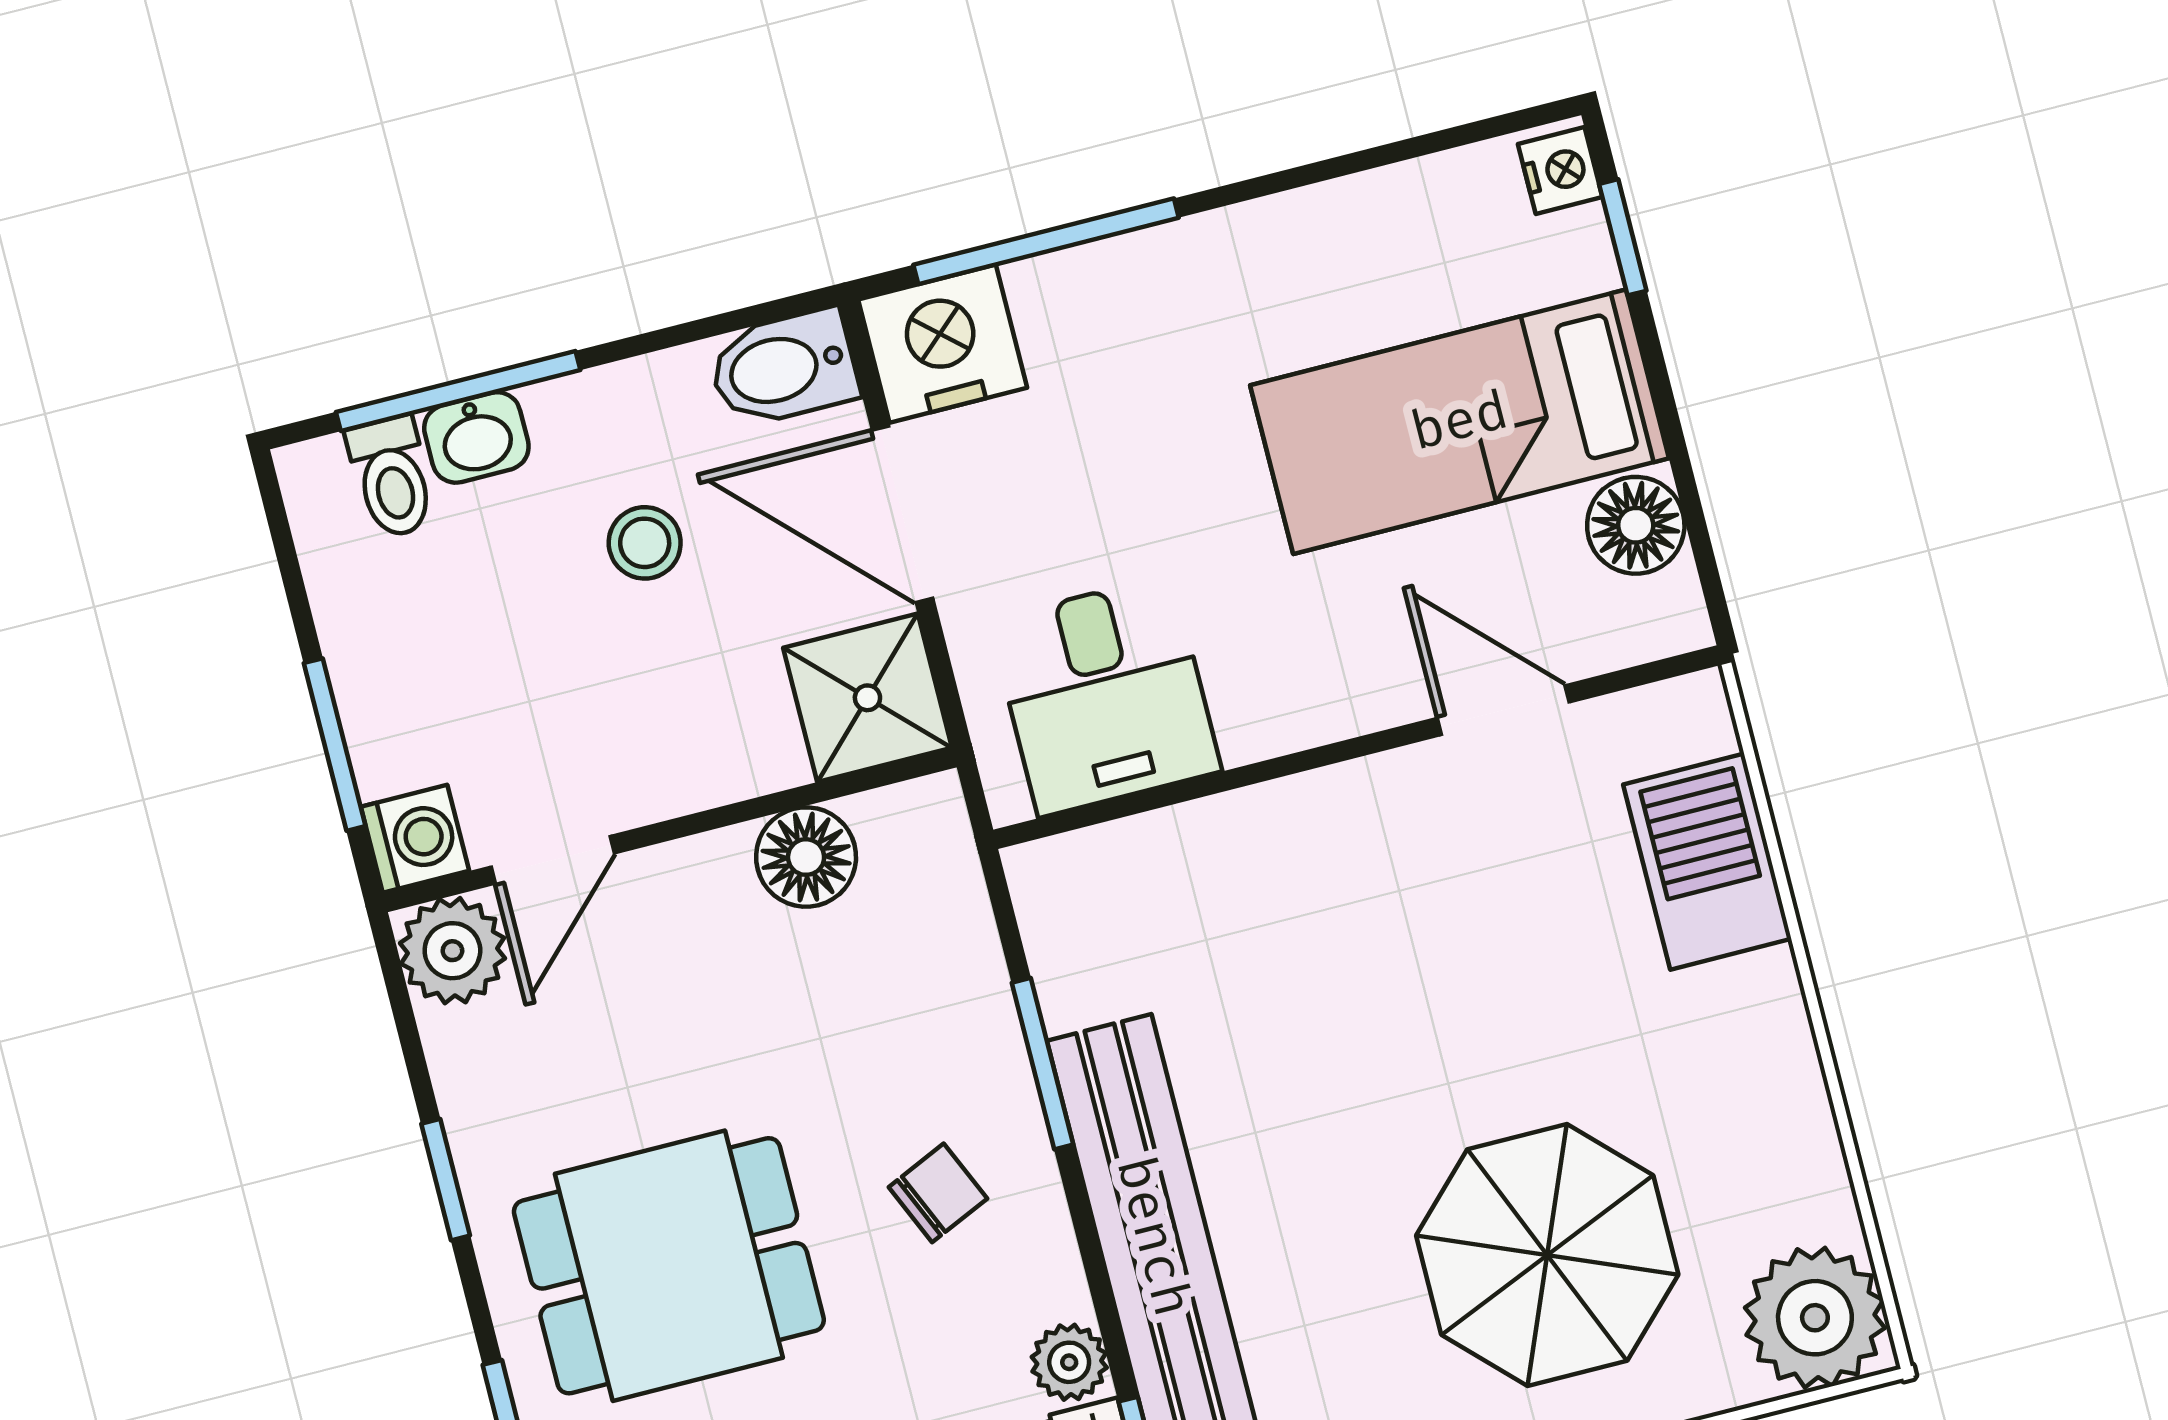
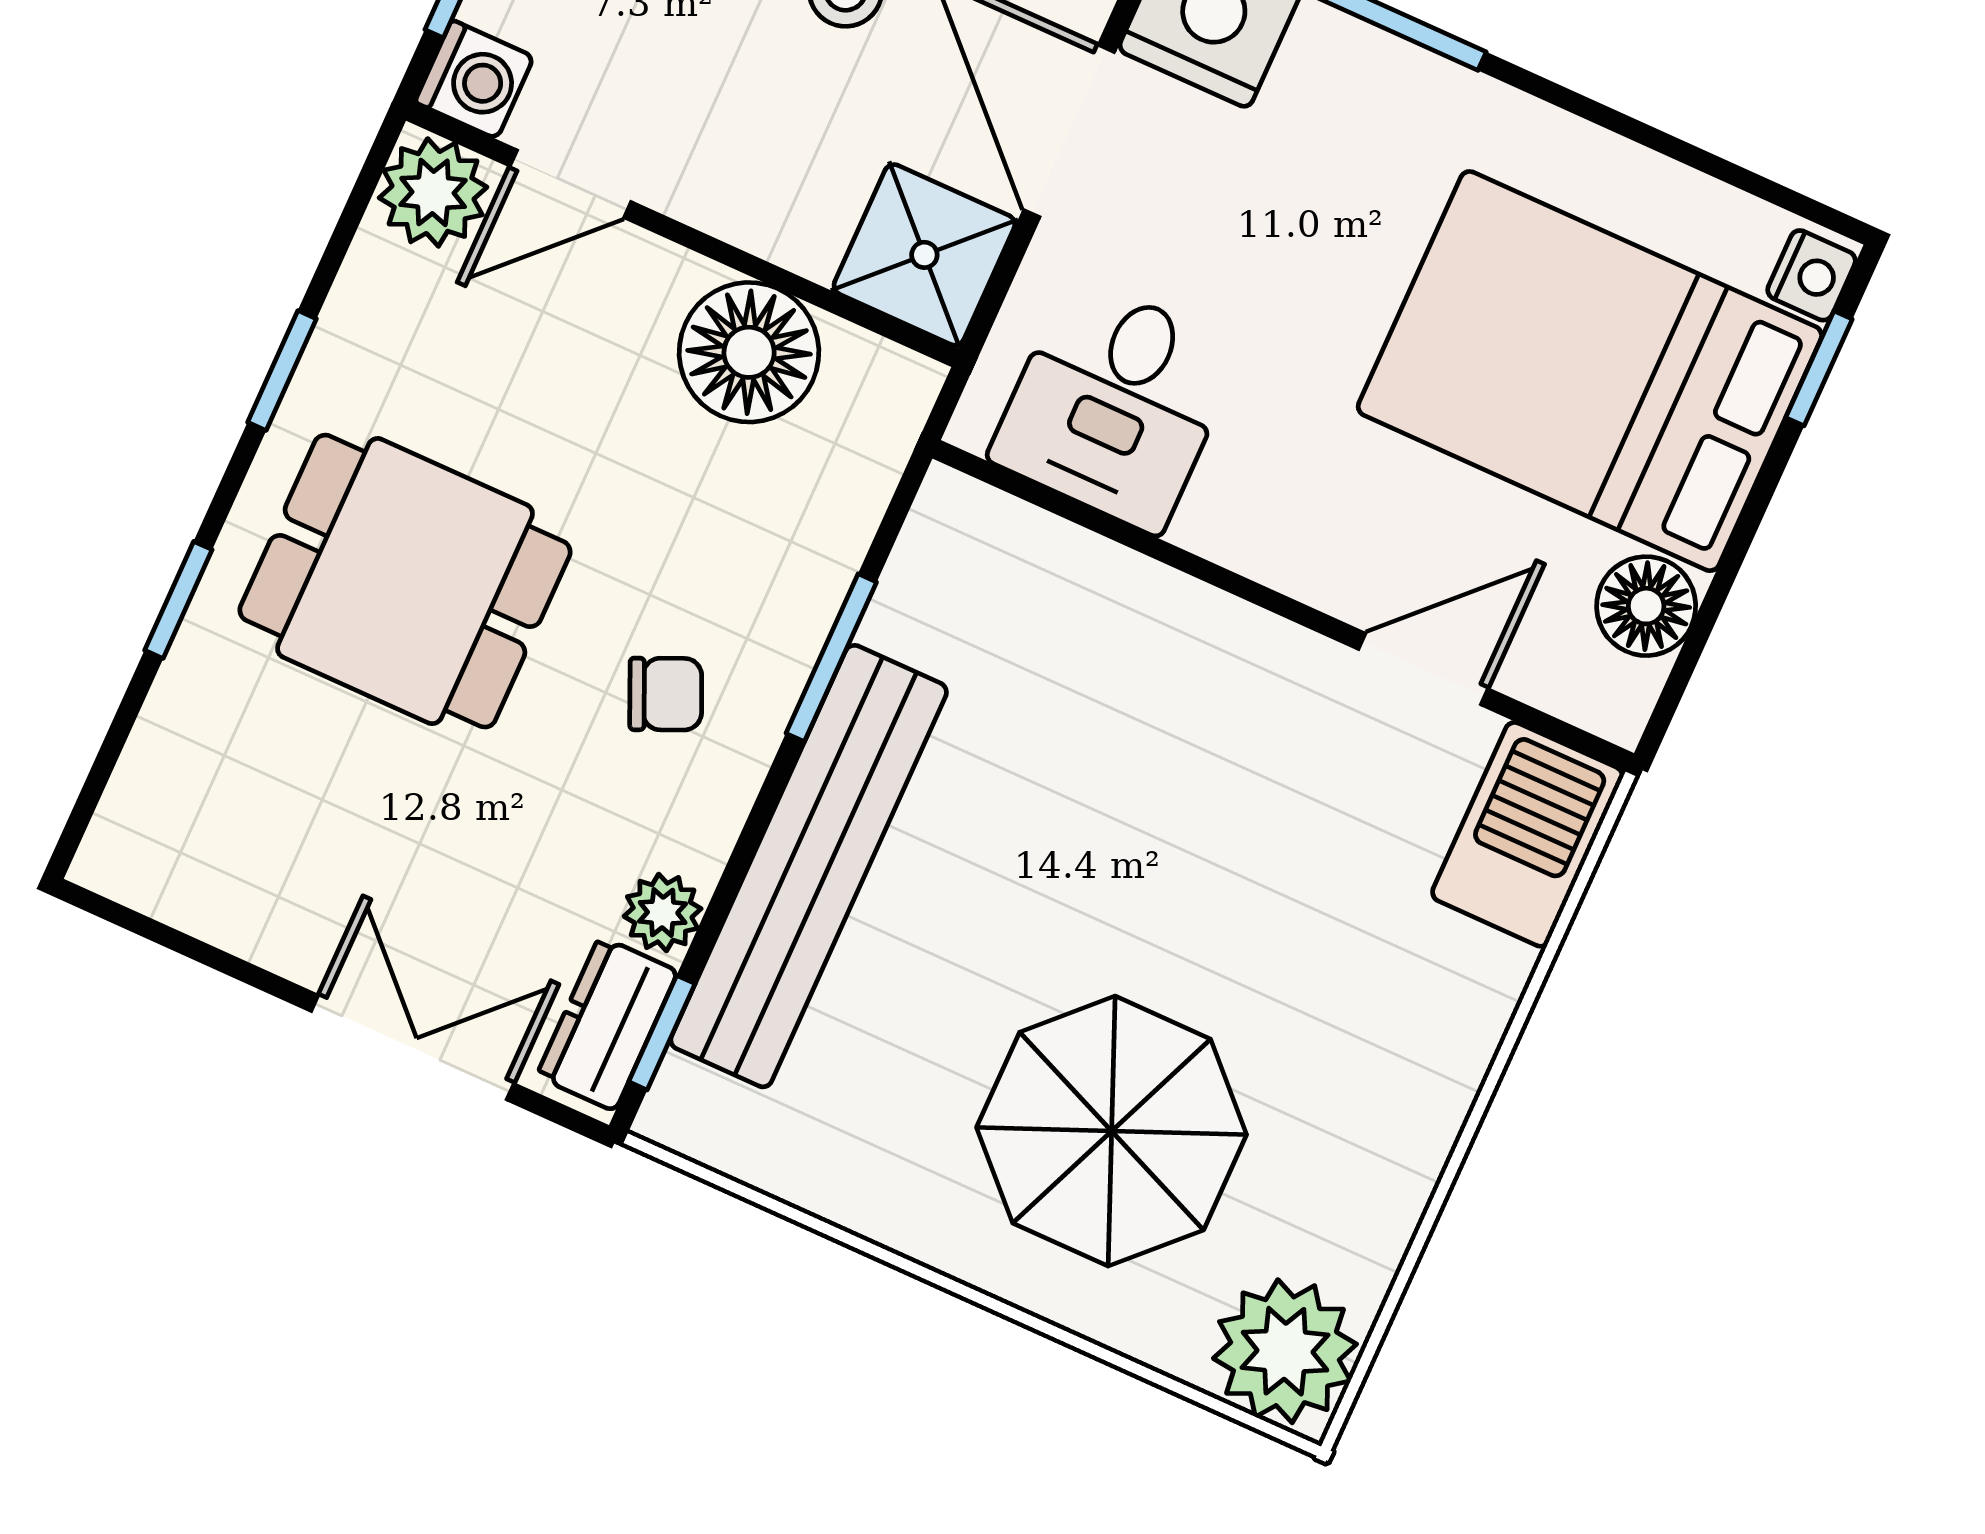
bed: (1460, 422) -> (1590, 371), width x1.50
door: (1503, 710) -> (1423, 669), hinge flipped
floor lamp: (806, 857) -> (749, 352), width x1.38, depth x1.38
barbecue: (1707, 862) -> (1528, 834), moved

